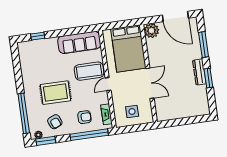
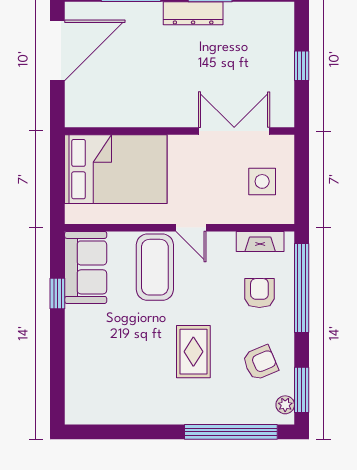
plant: (151, 31) -> (82, 110), removed
window: (38, 36) -> (57, 293), moved
sofa: (79, 42) -> (86, 267), width x0.73
double door: (150, 83) -> (234, 131), moved
rug: (55, 93) -> (193, 352), width x0.73, depth x0.70
window: (184, 121) -> (302, 66), added

